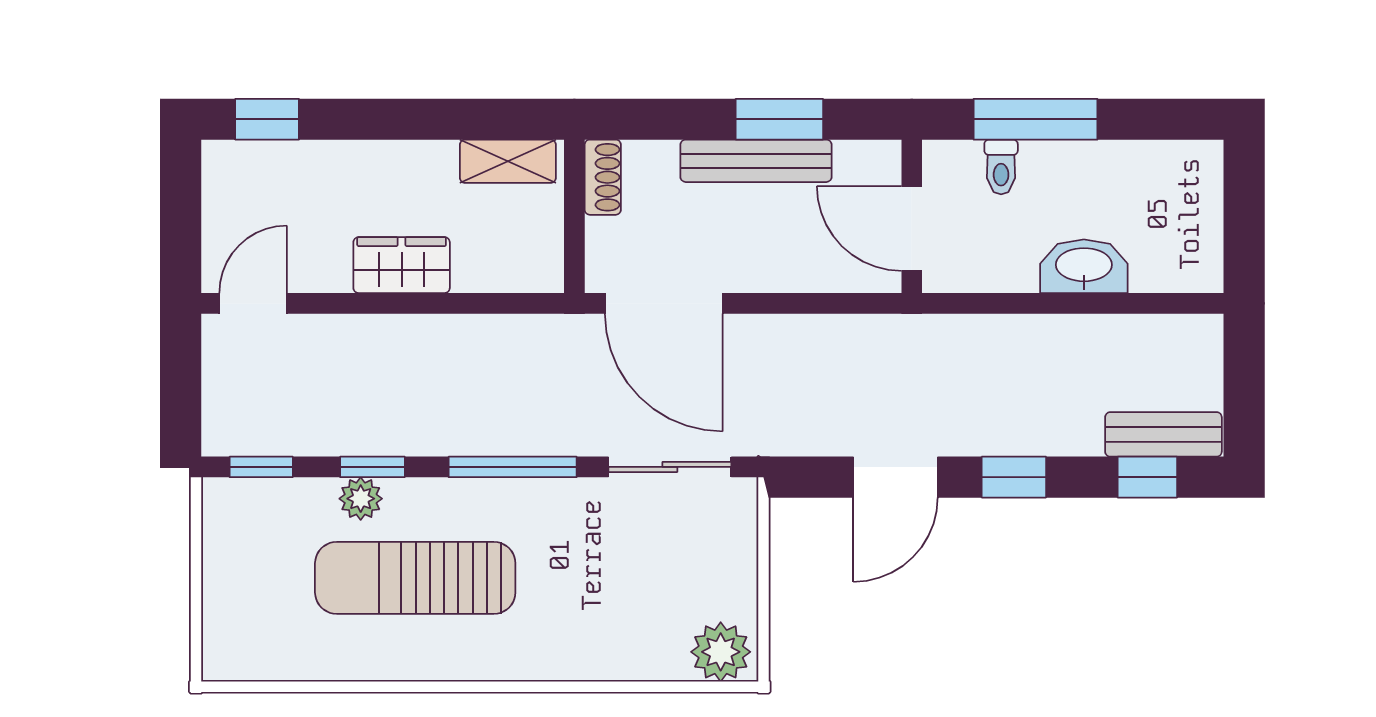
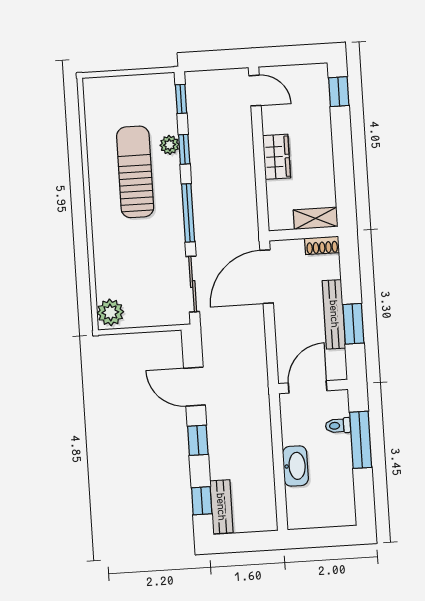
shelving: (508, 161) -> (316, 218), moved, turned 90

